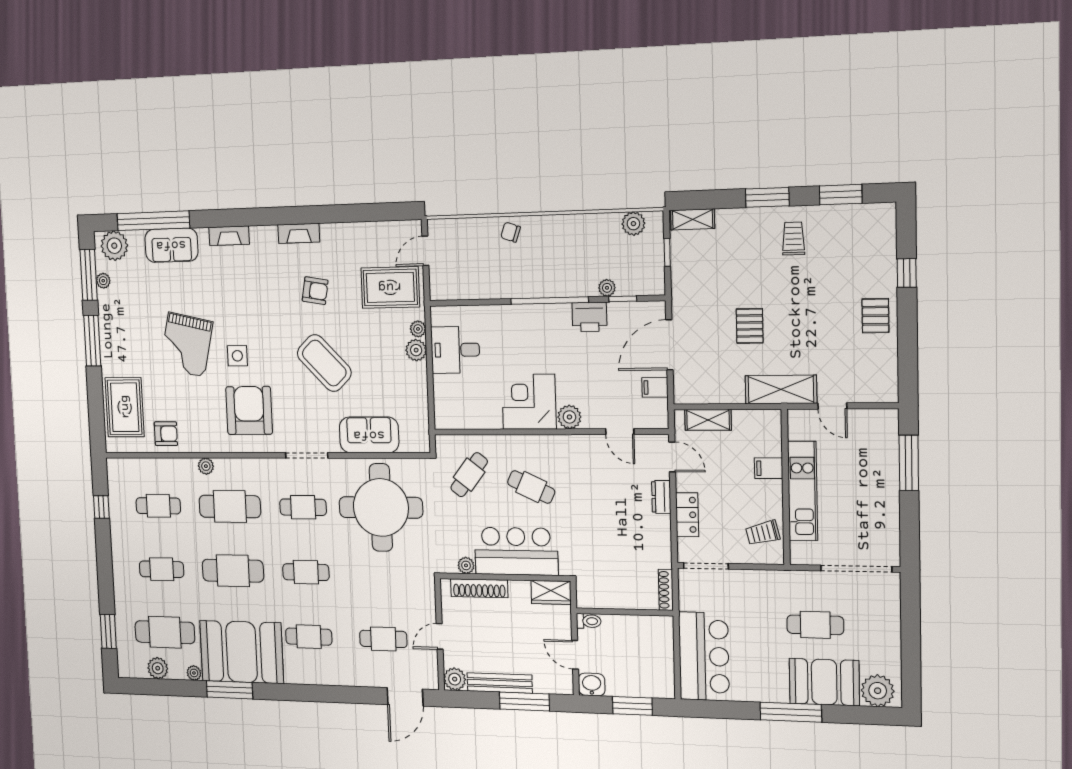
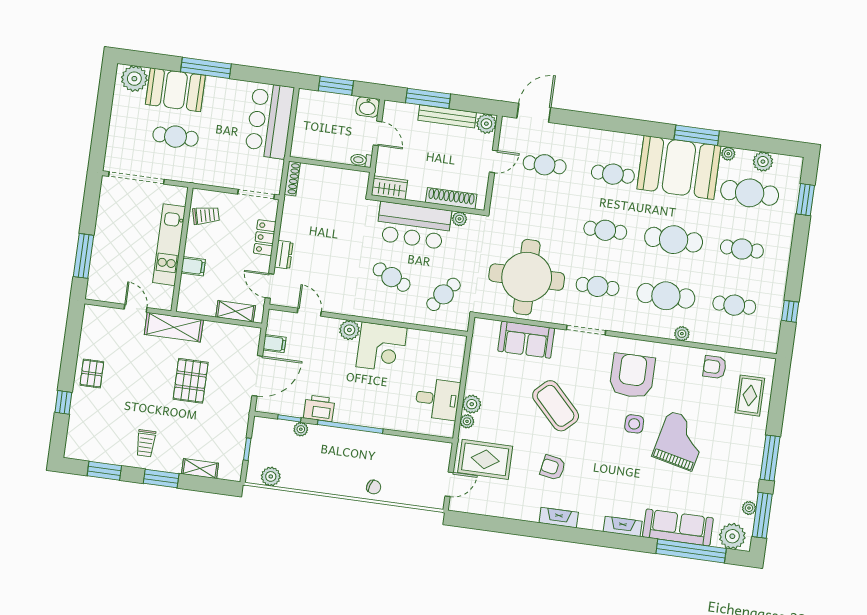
shelving: (693, 219) -> (200, 469), moved
sofa: (171, 245) -> (678, 527), width x1.36
pallet: (750, 326) -> (191, 381), width x1.50, depth x1.42
rug: (125, 407) -> (750, 396), width x0.73, depth x0.70
armchair: (249, 410) -> (632, 376), turned 180

